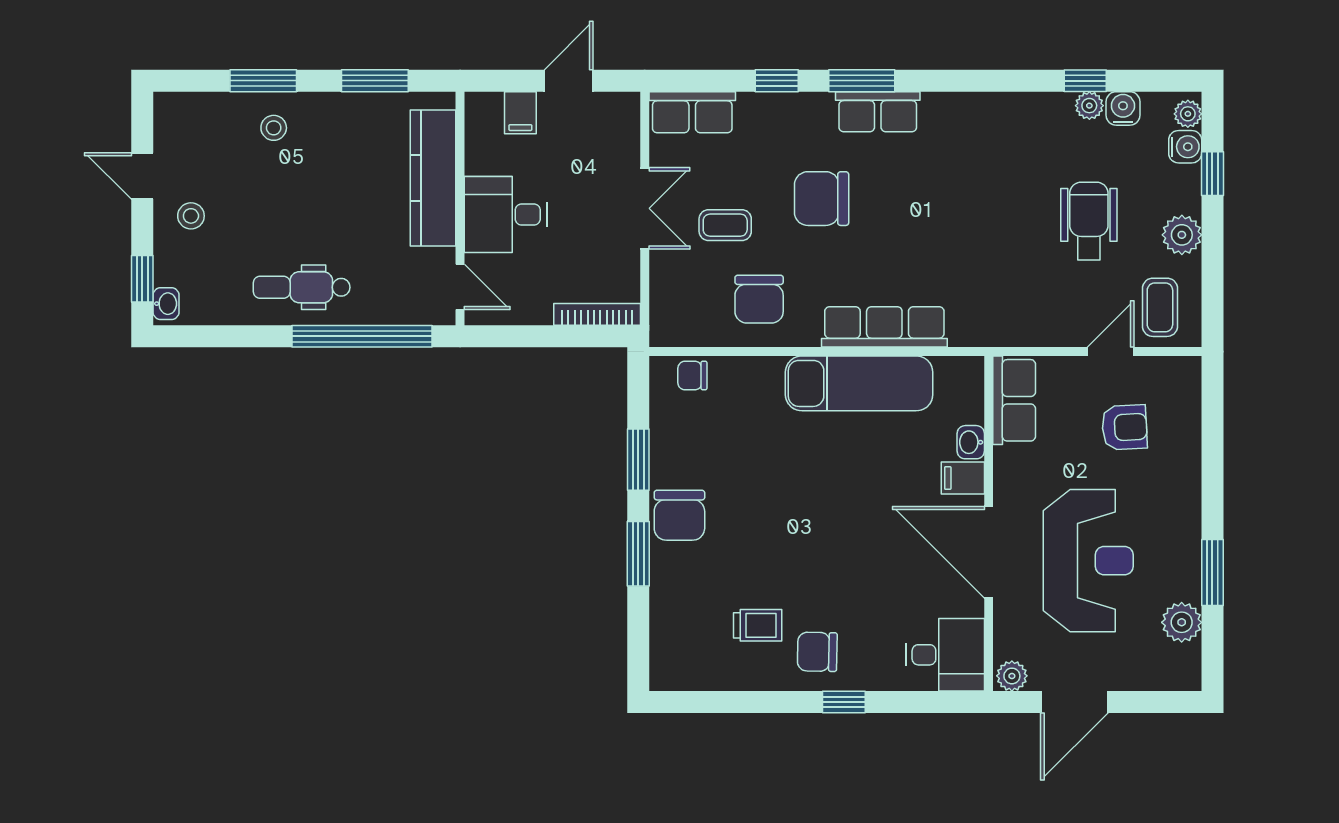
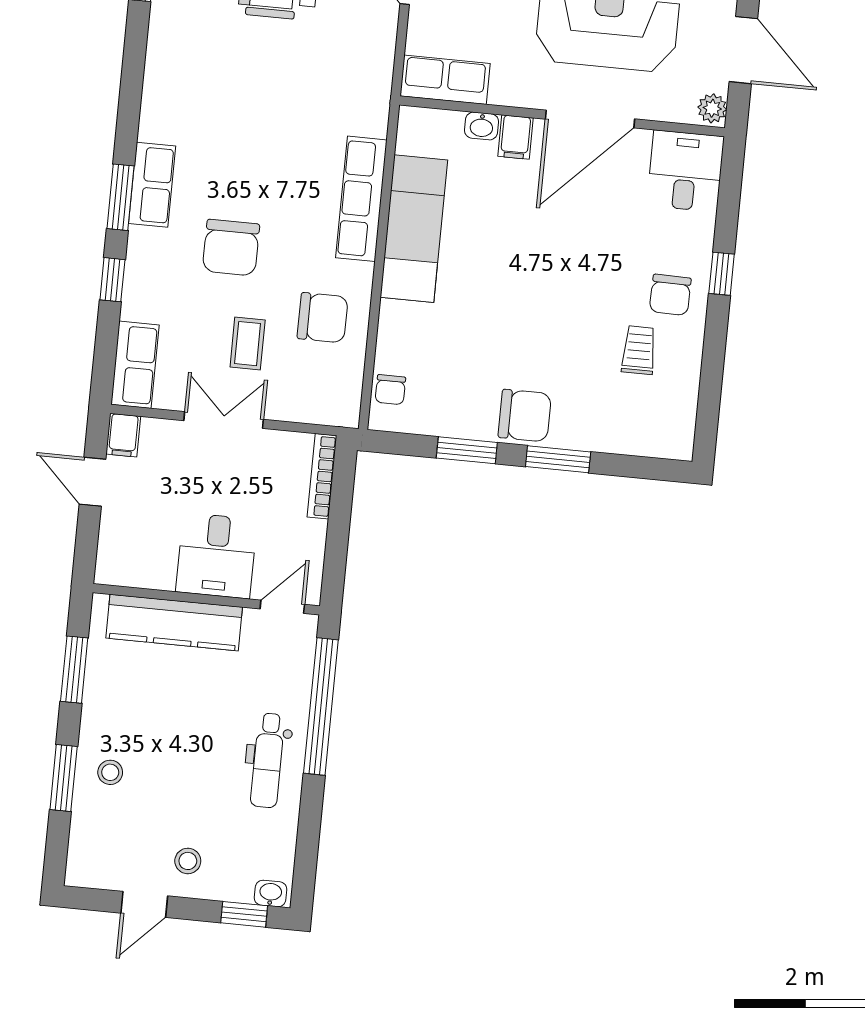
filing cabinet: (520, 113) -> (123, 435), moved, turned 90

